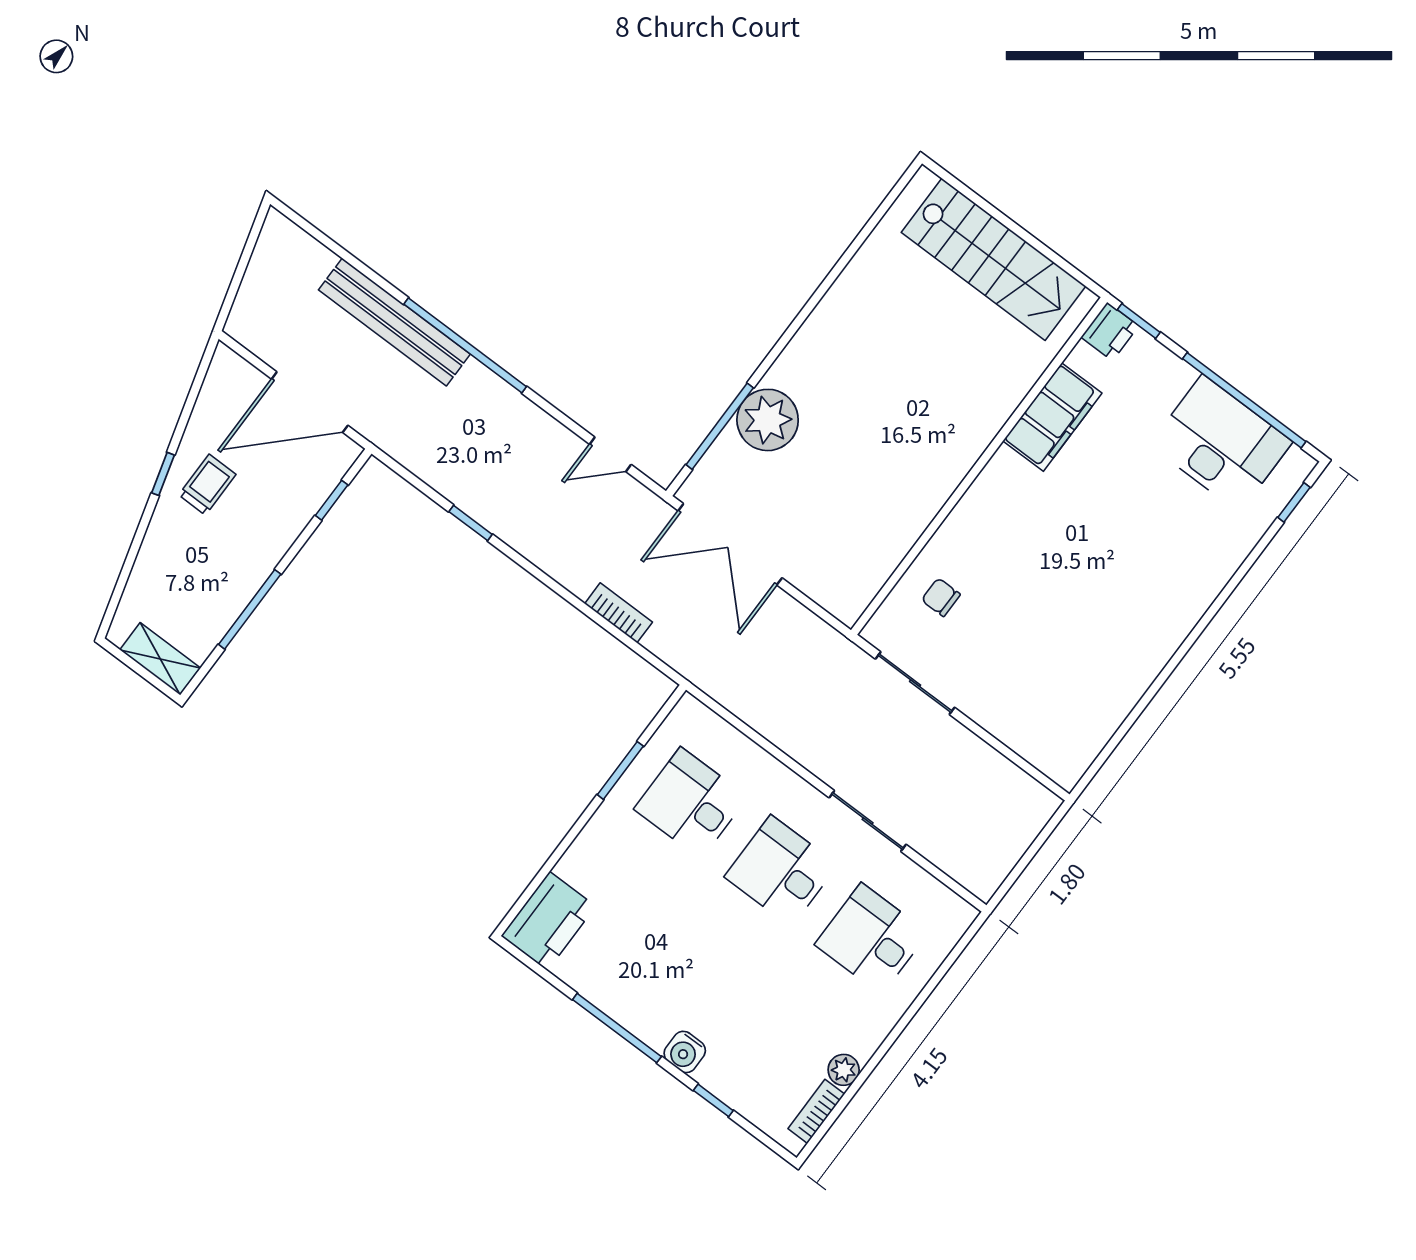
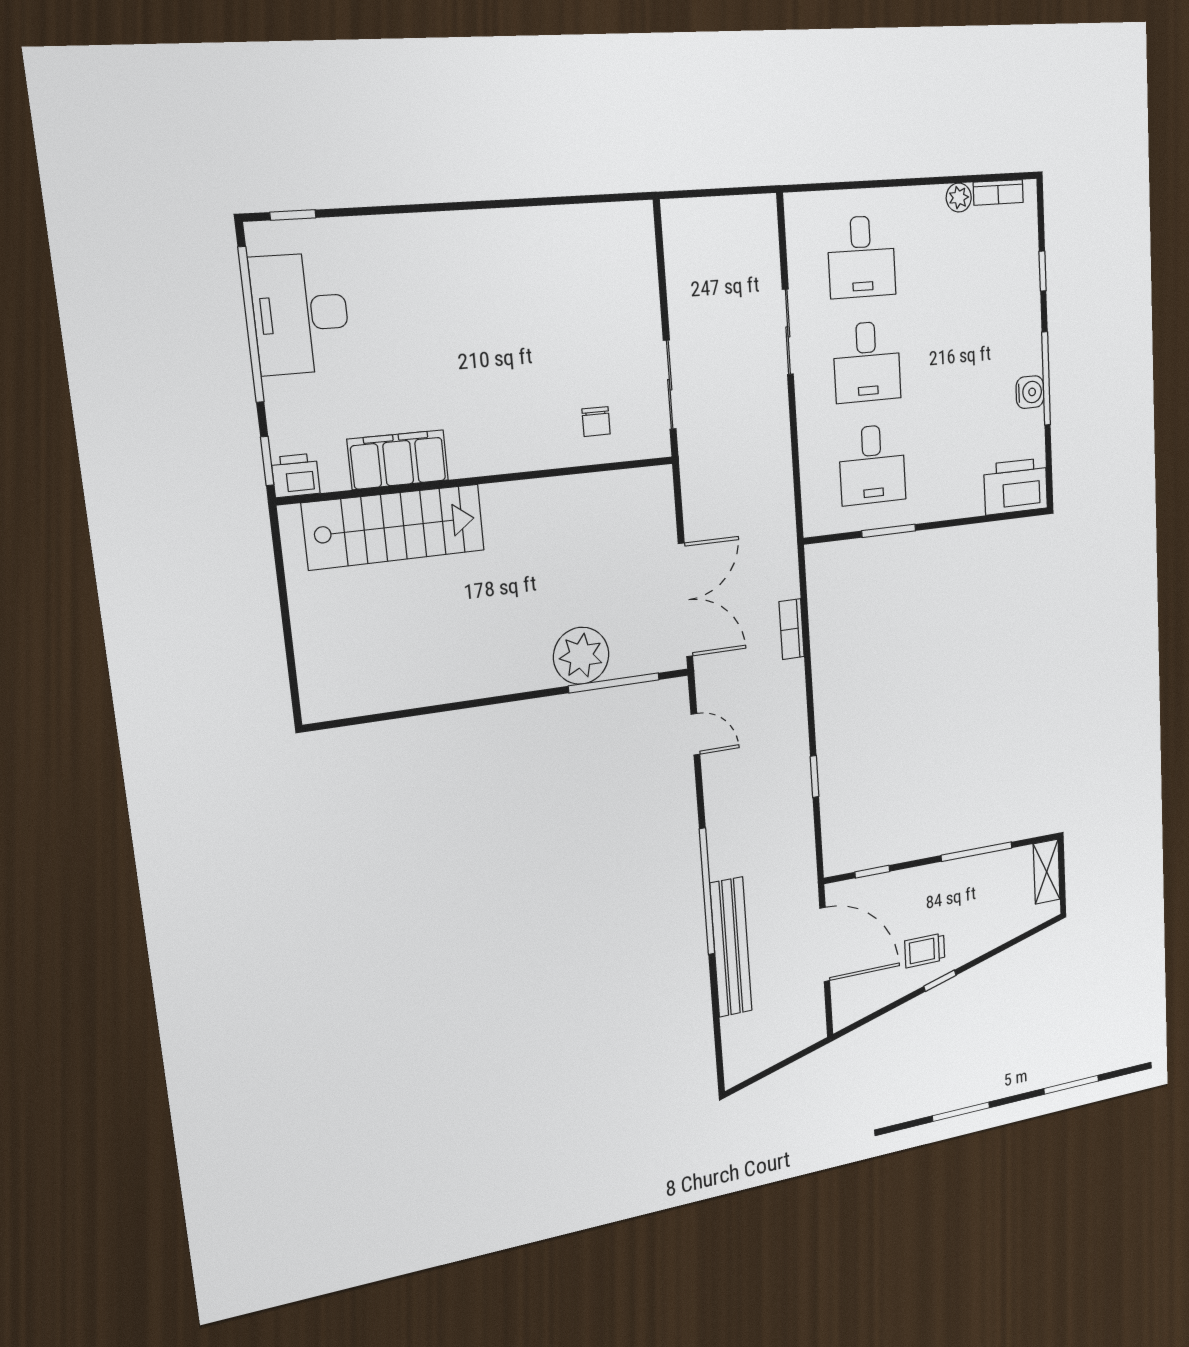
stairs: (994, 259) -> (394, 527), moved, turned 90
water cooler: (685, 1052) -> (1030, 392), moved

